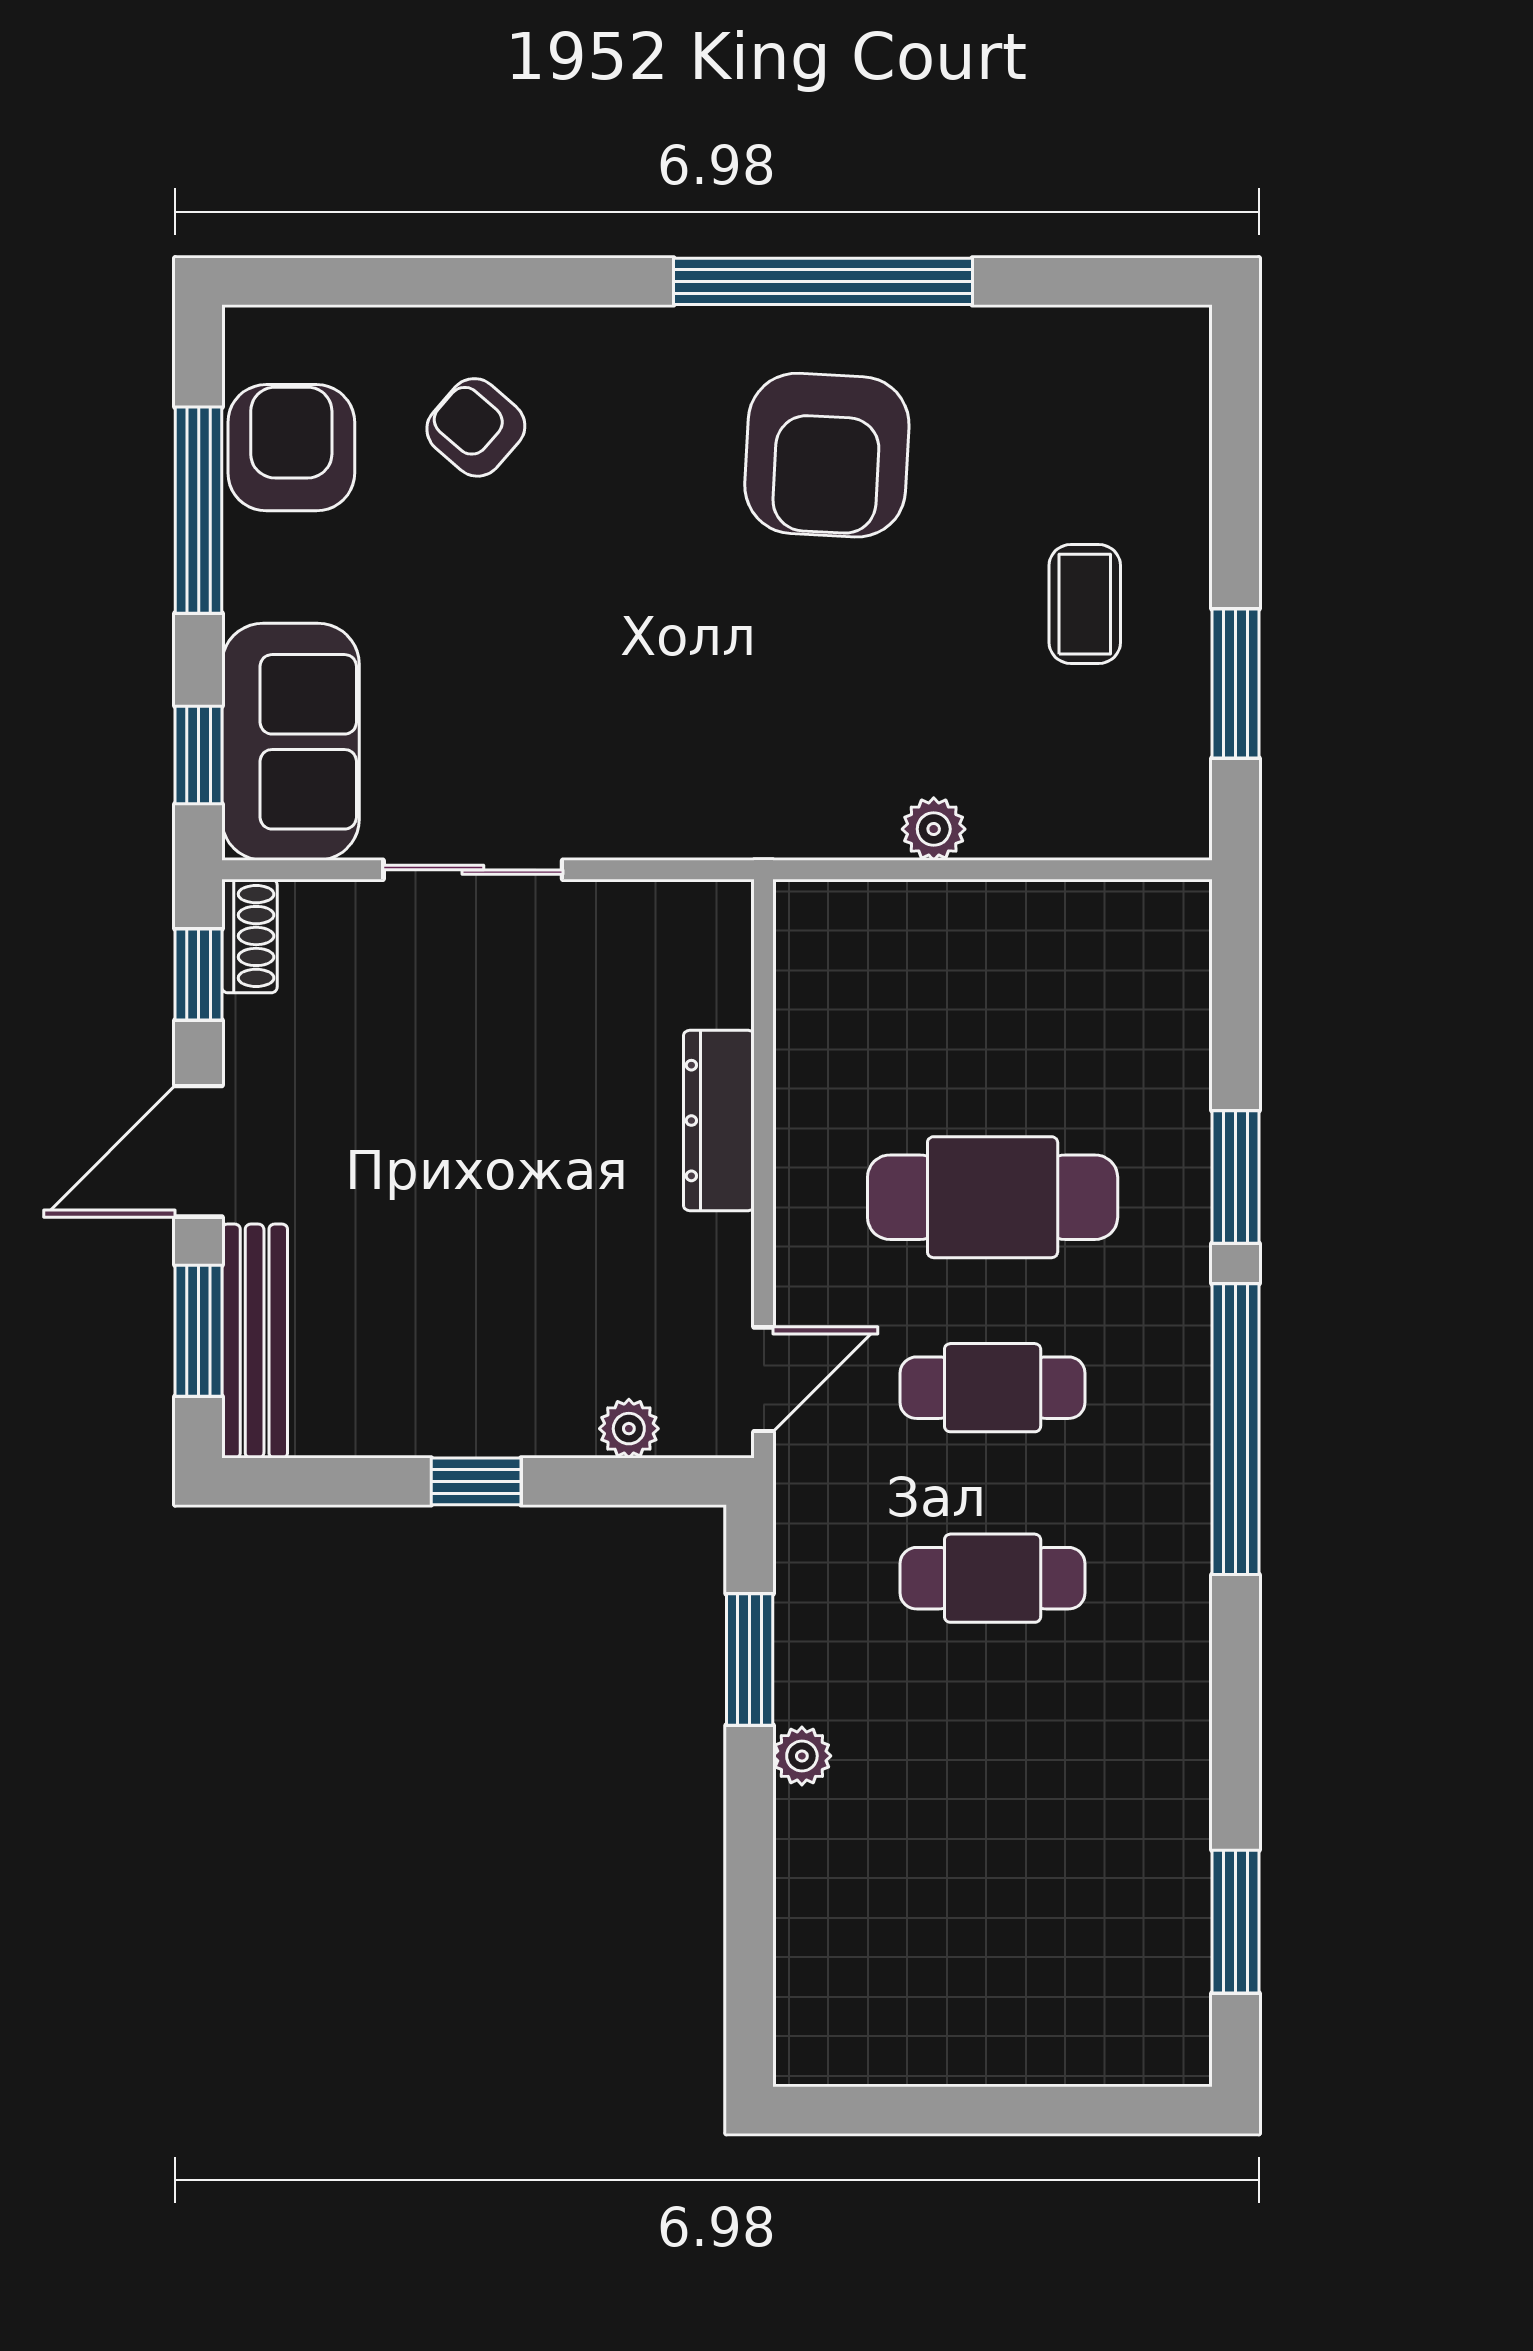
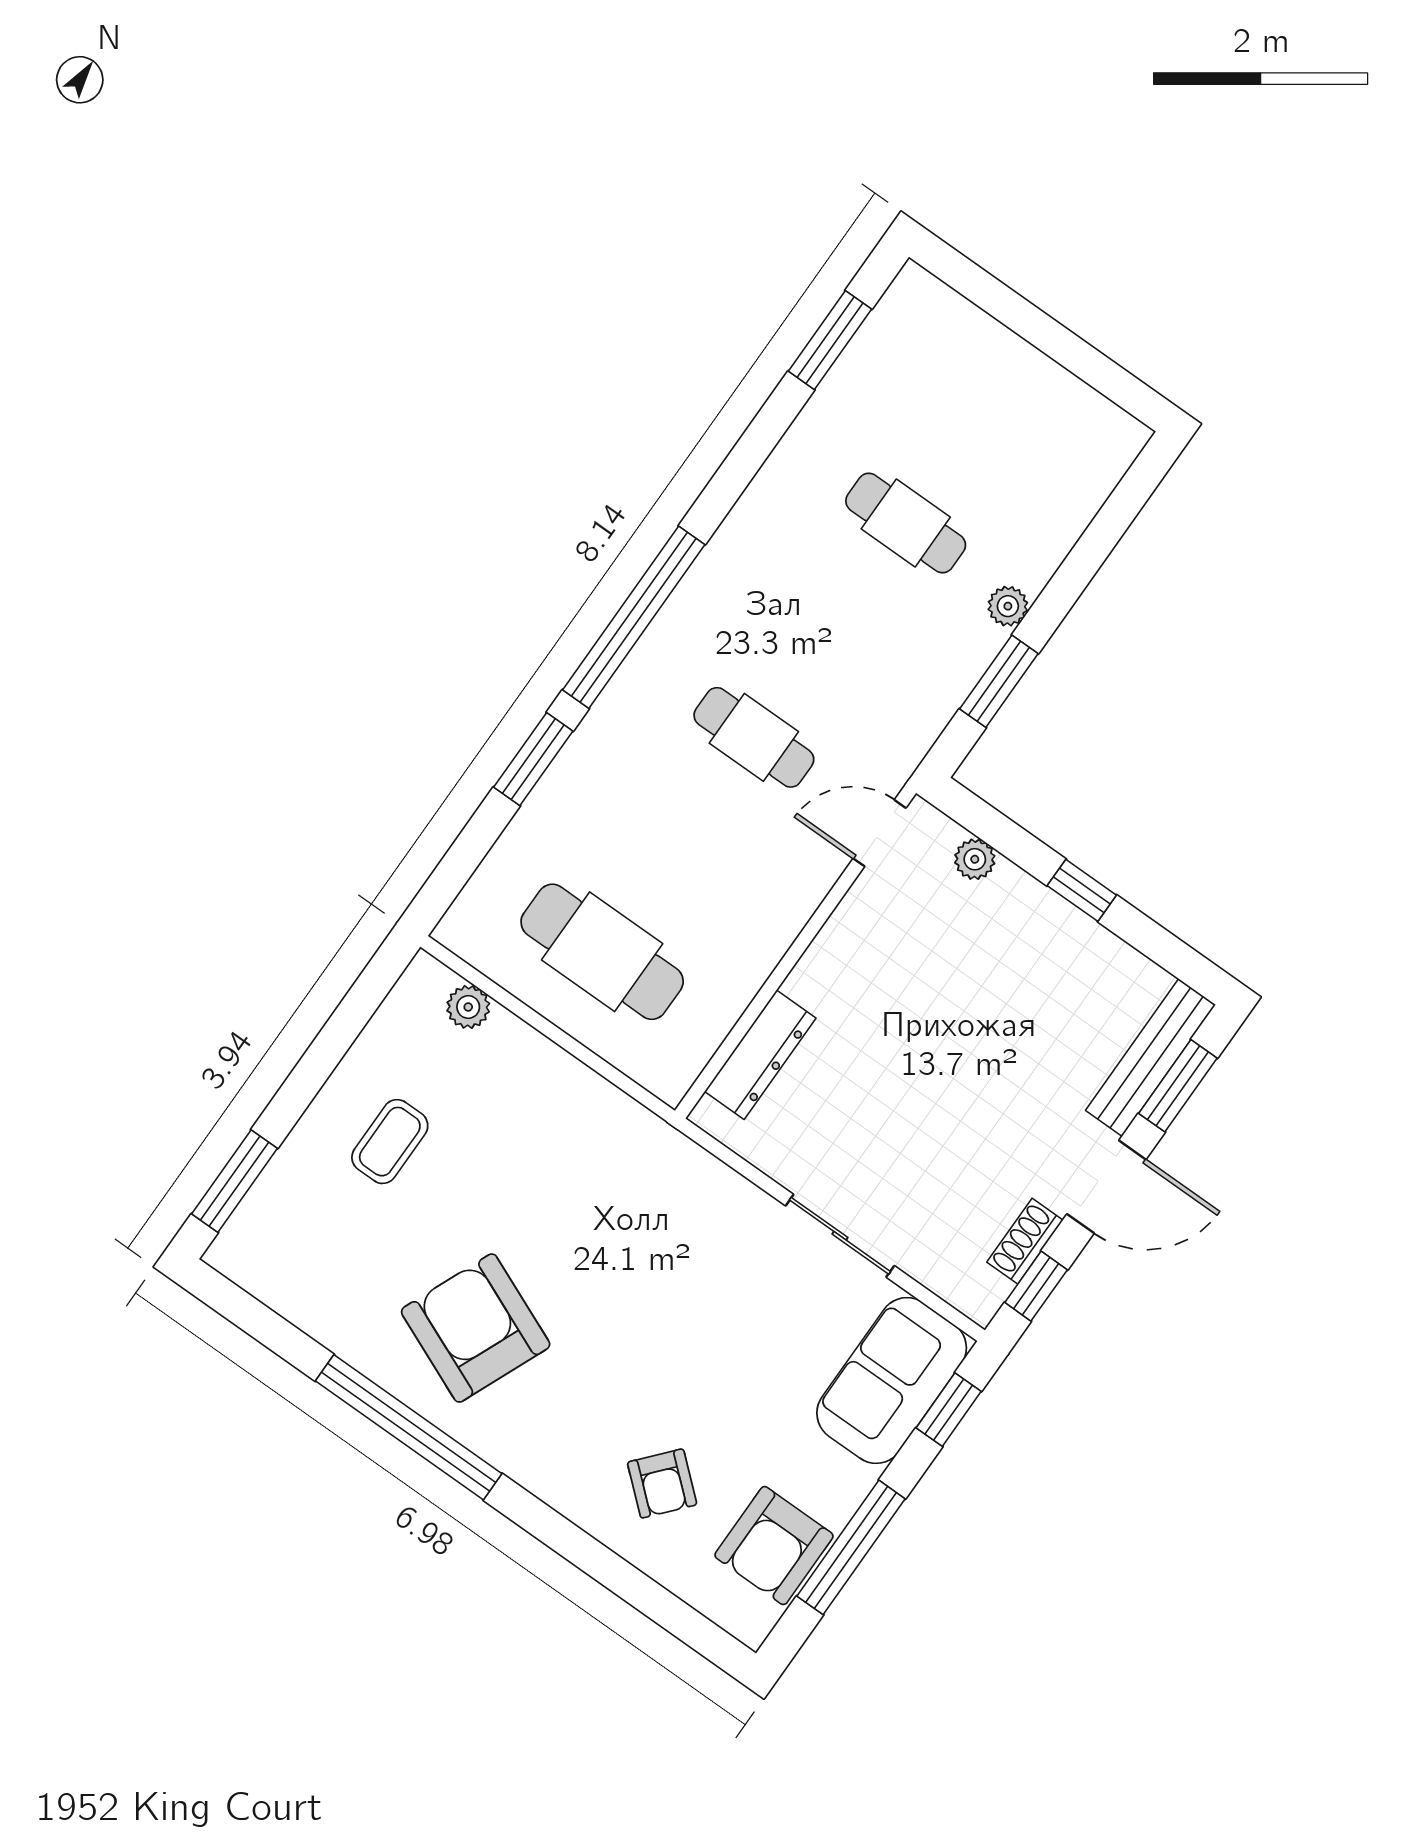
armchair: (827, 455) -> (476, 1328), turned -70
window: (1235, 683) -> (234, 1181), moved
plant: (934, 829) -> (468, 1007), moved
shoe rack: (249, 936) -> (1025, 1241), moved
dresser: (719, 1121) -> (760, 1055), moved
cafe table: (993, 1197) -> (602, 952), moved
cafe table: (993, 1578) -> (906, 523), moved

